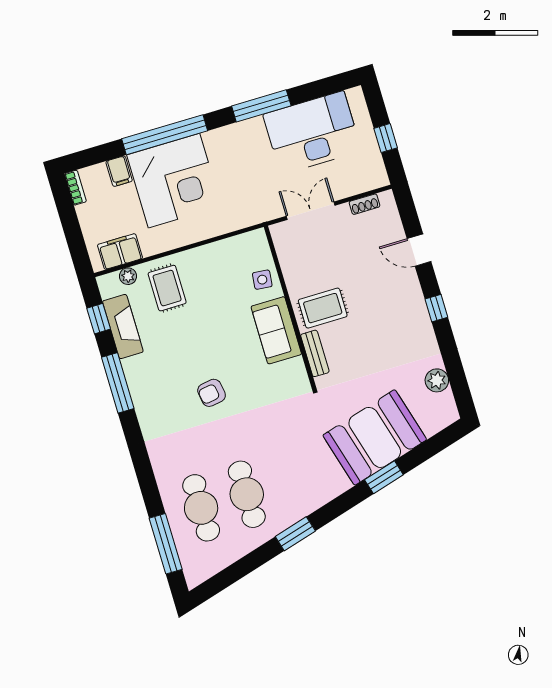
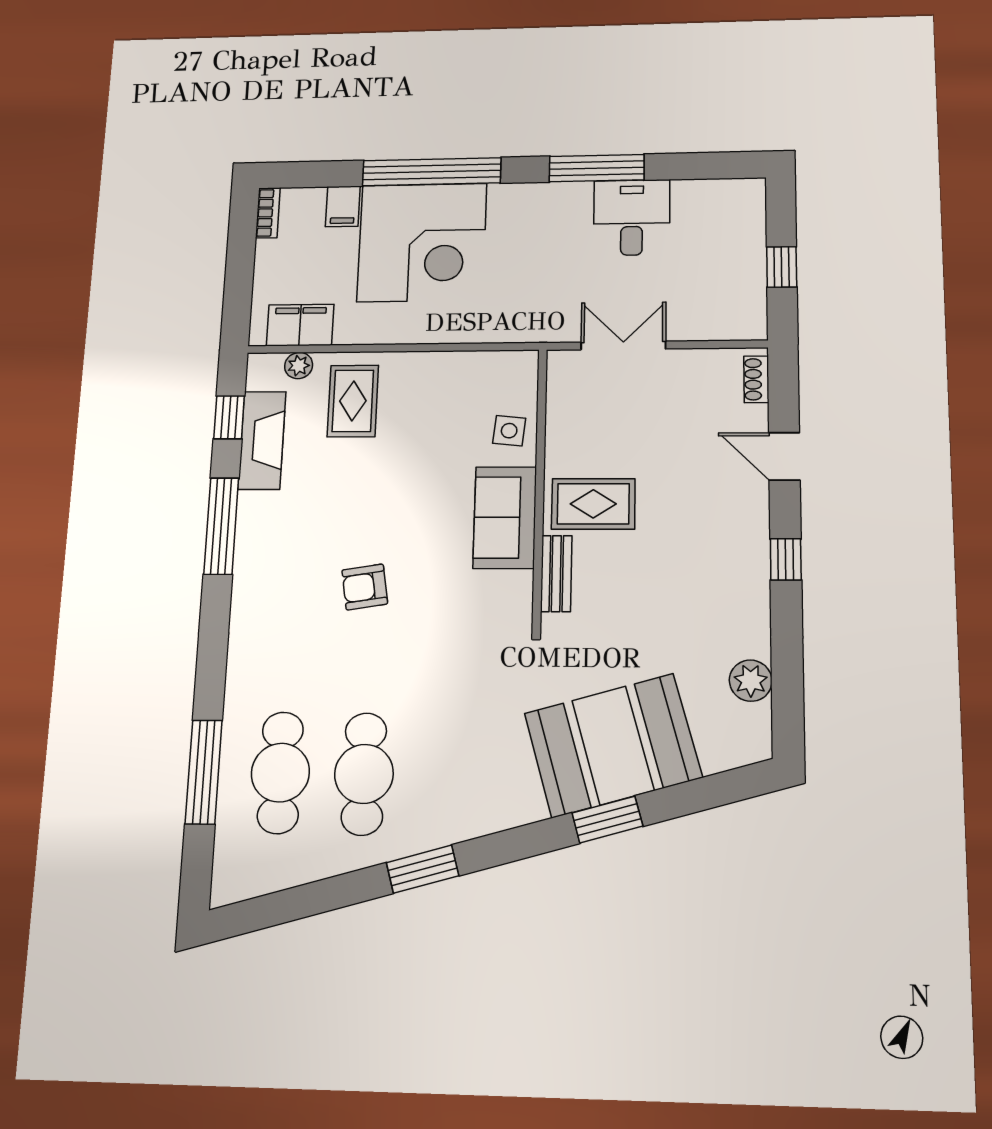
desk: (312, 133) -> (632, 217), width x0.53, depth x0.77
shoe rack: (364, 204) -> (756, 379), moved, turned 90
window: (166, 544) -> (204, 772), moved

